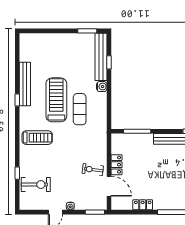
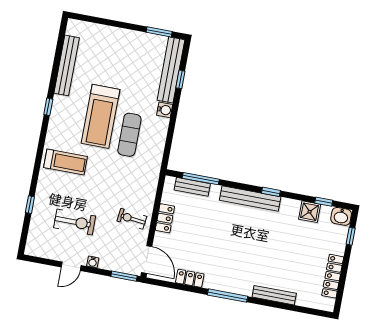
bench: (25, 84) -> (67, 65), moved
treadmill: (56, 100) -> (101, 116), turned 180
bench: (132, 138) -> (192, 187), added
exercise bike: (36, 185) -> (75, 222), moved
door: (109, 186) -> (147, 260), moved

